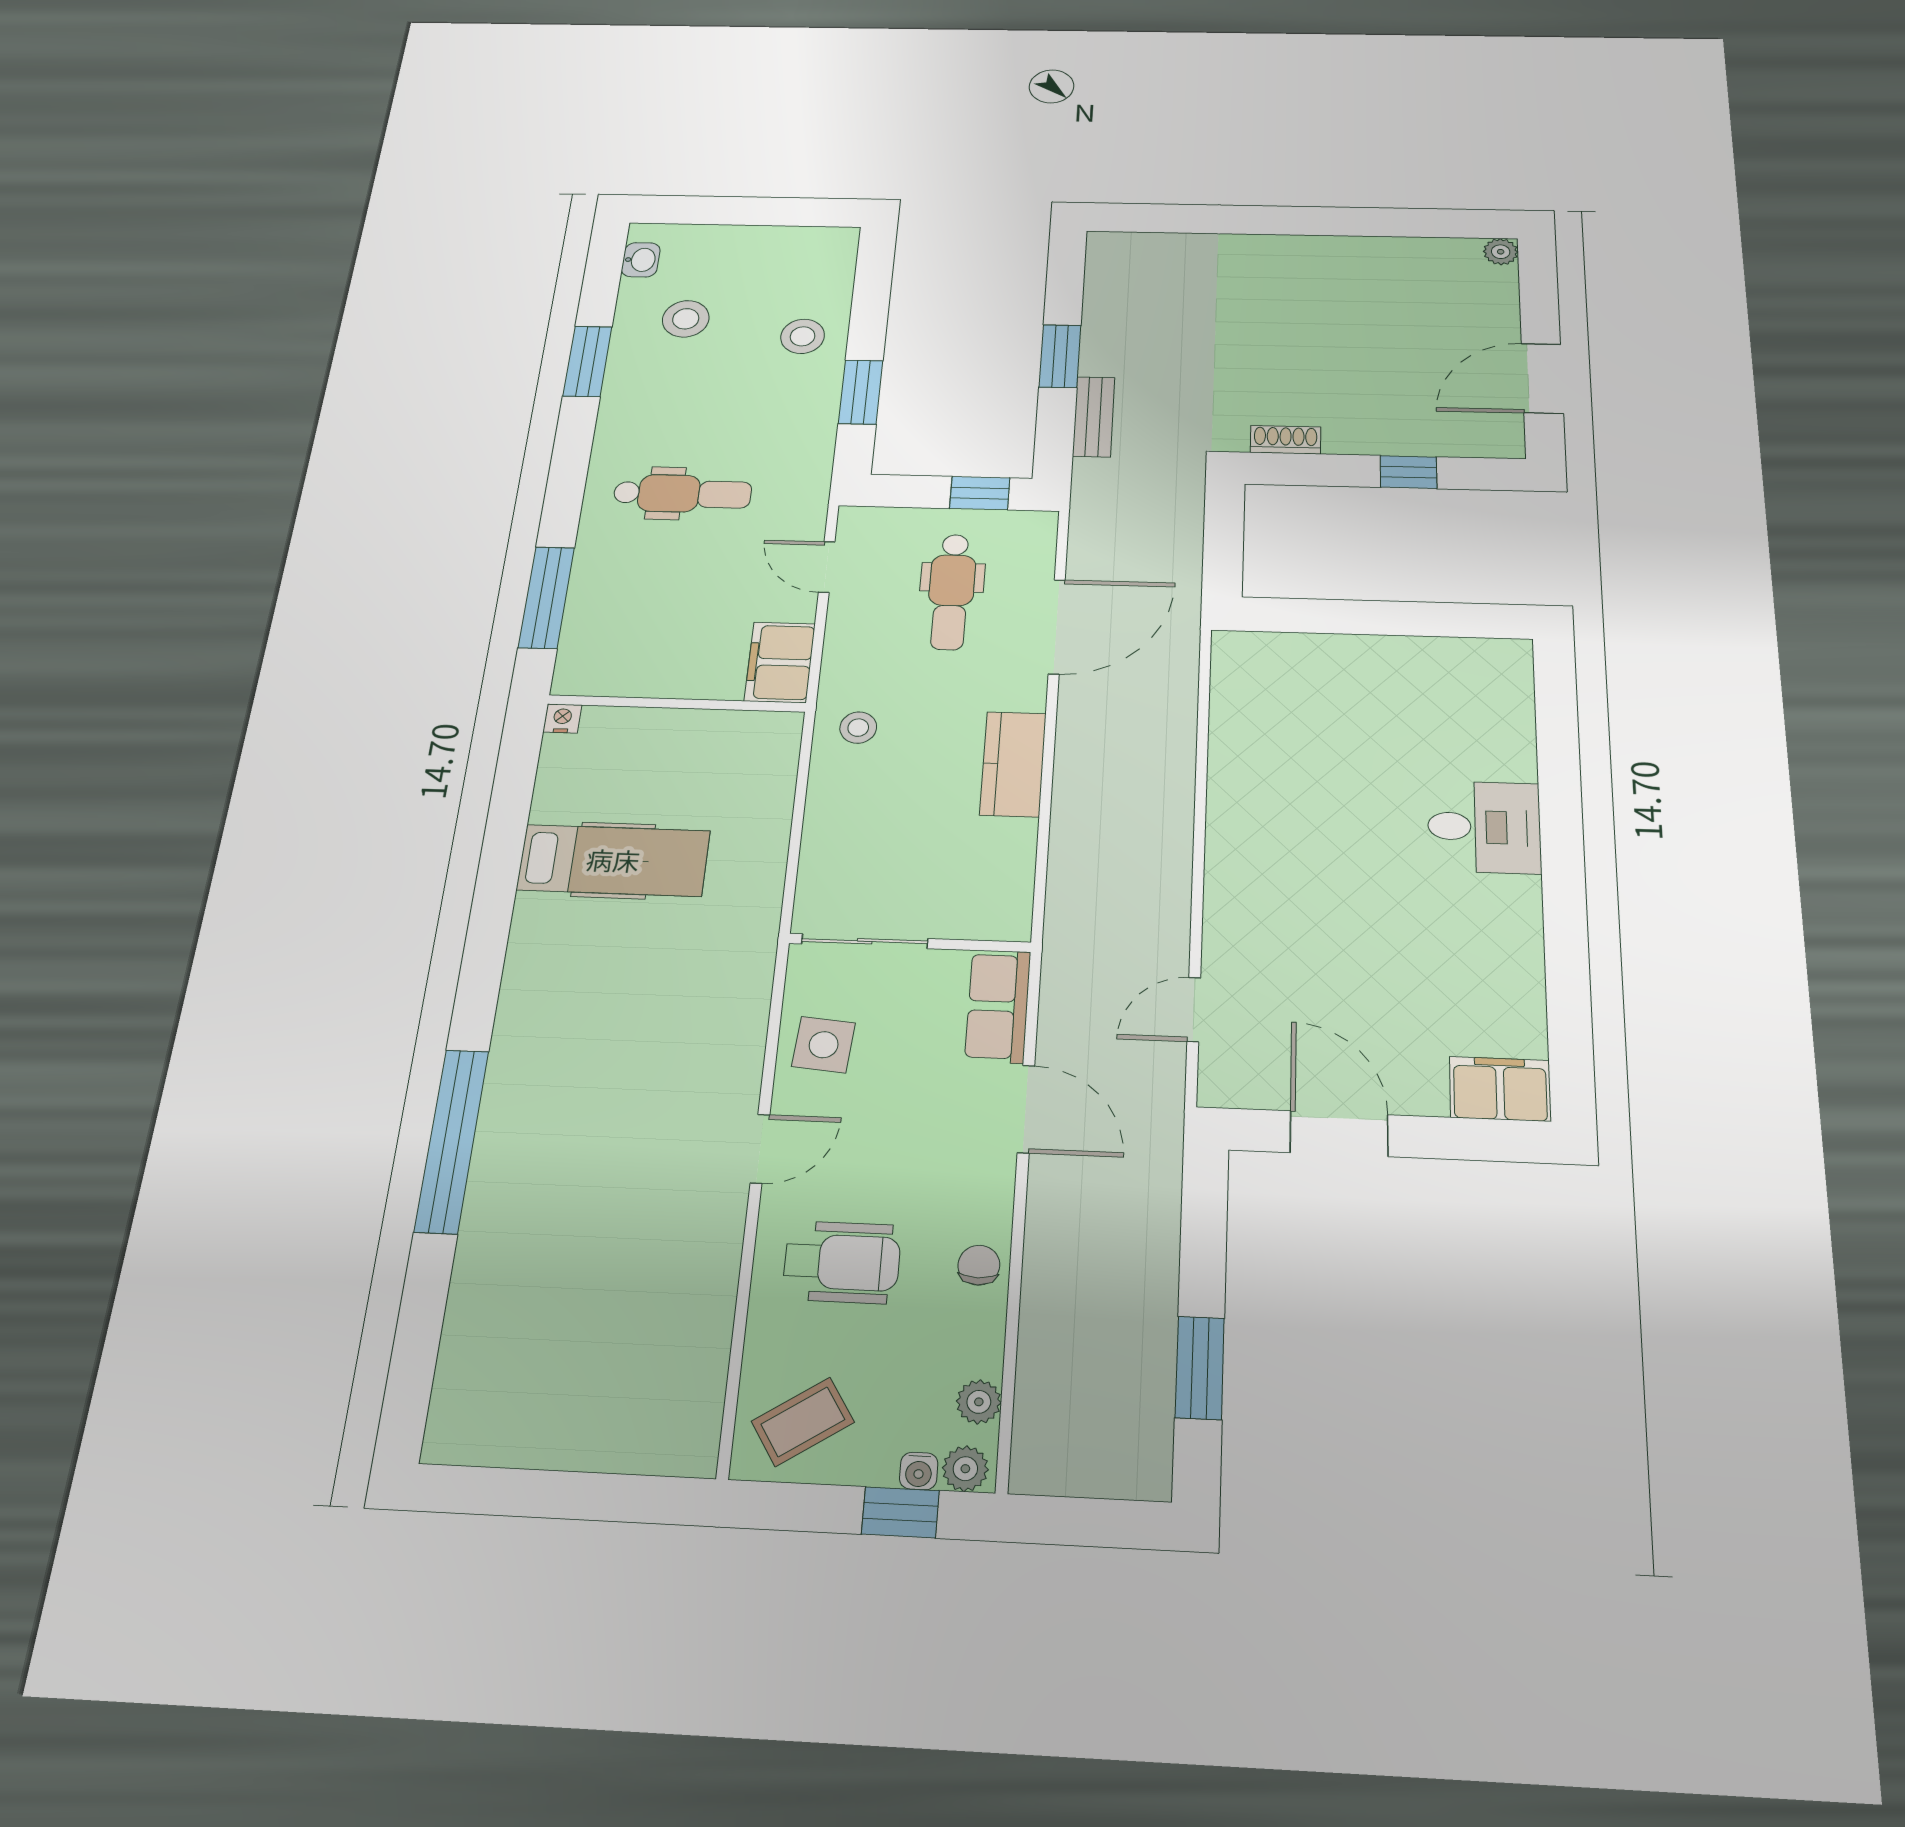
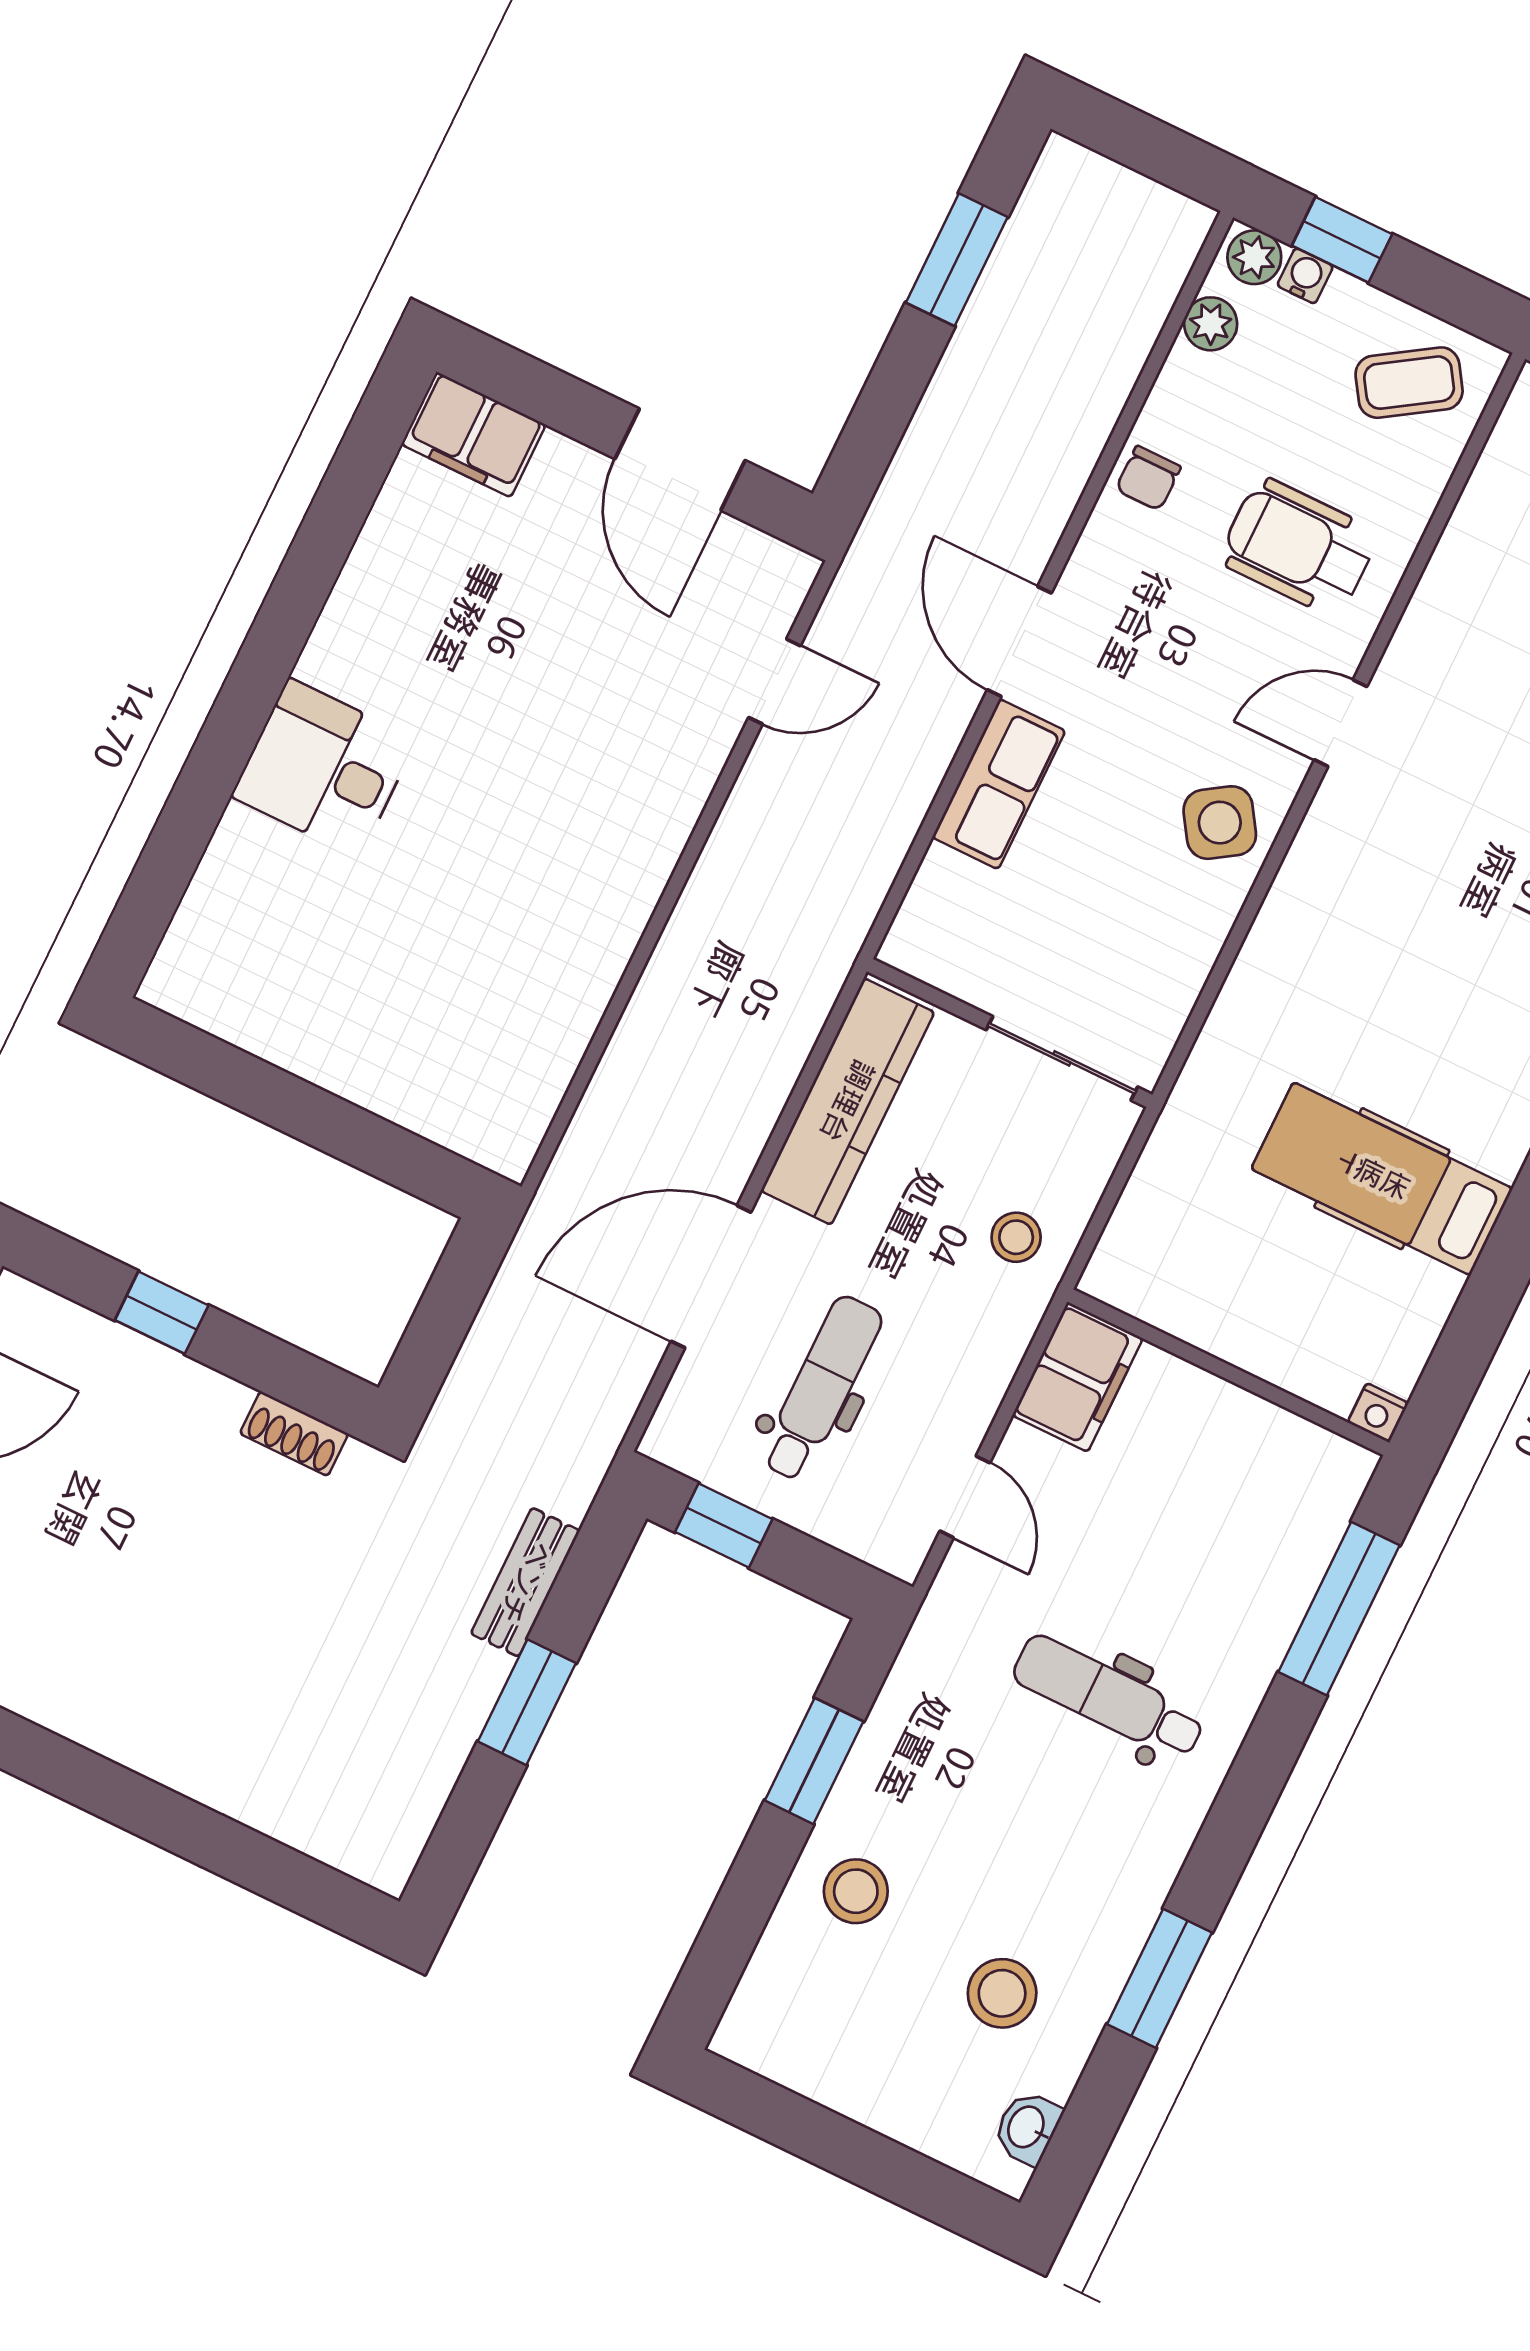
kitchen counter: (1013, 764) -> (847, 1101), width x1.50
sliding door: (865, 941) -> (1062, 1058), moved
wall: (910, 943) -> (1010, 1033), moved
side table: (824, 1045) -> (1220, 823), turned -38

